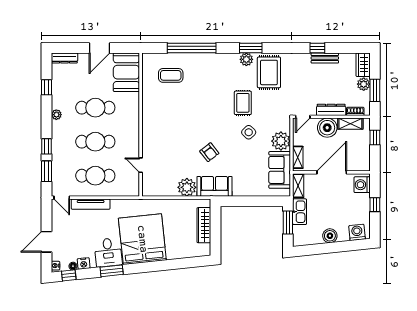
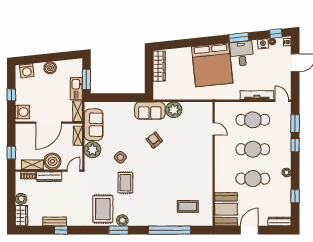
window: (375, 90) -> (11, 194), removed
wardrobe: (204, 225) -> (159, 66), moved

